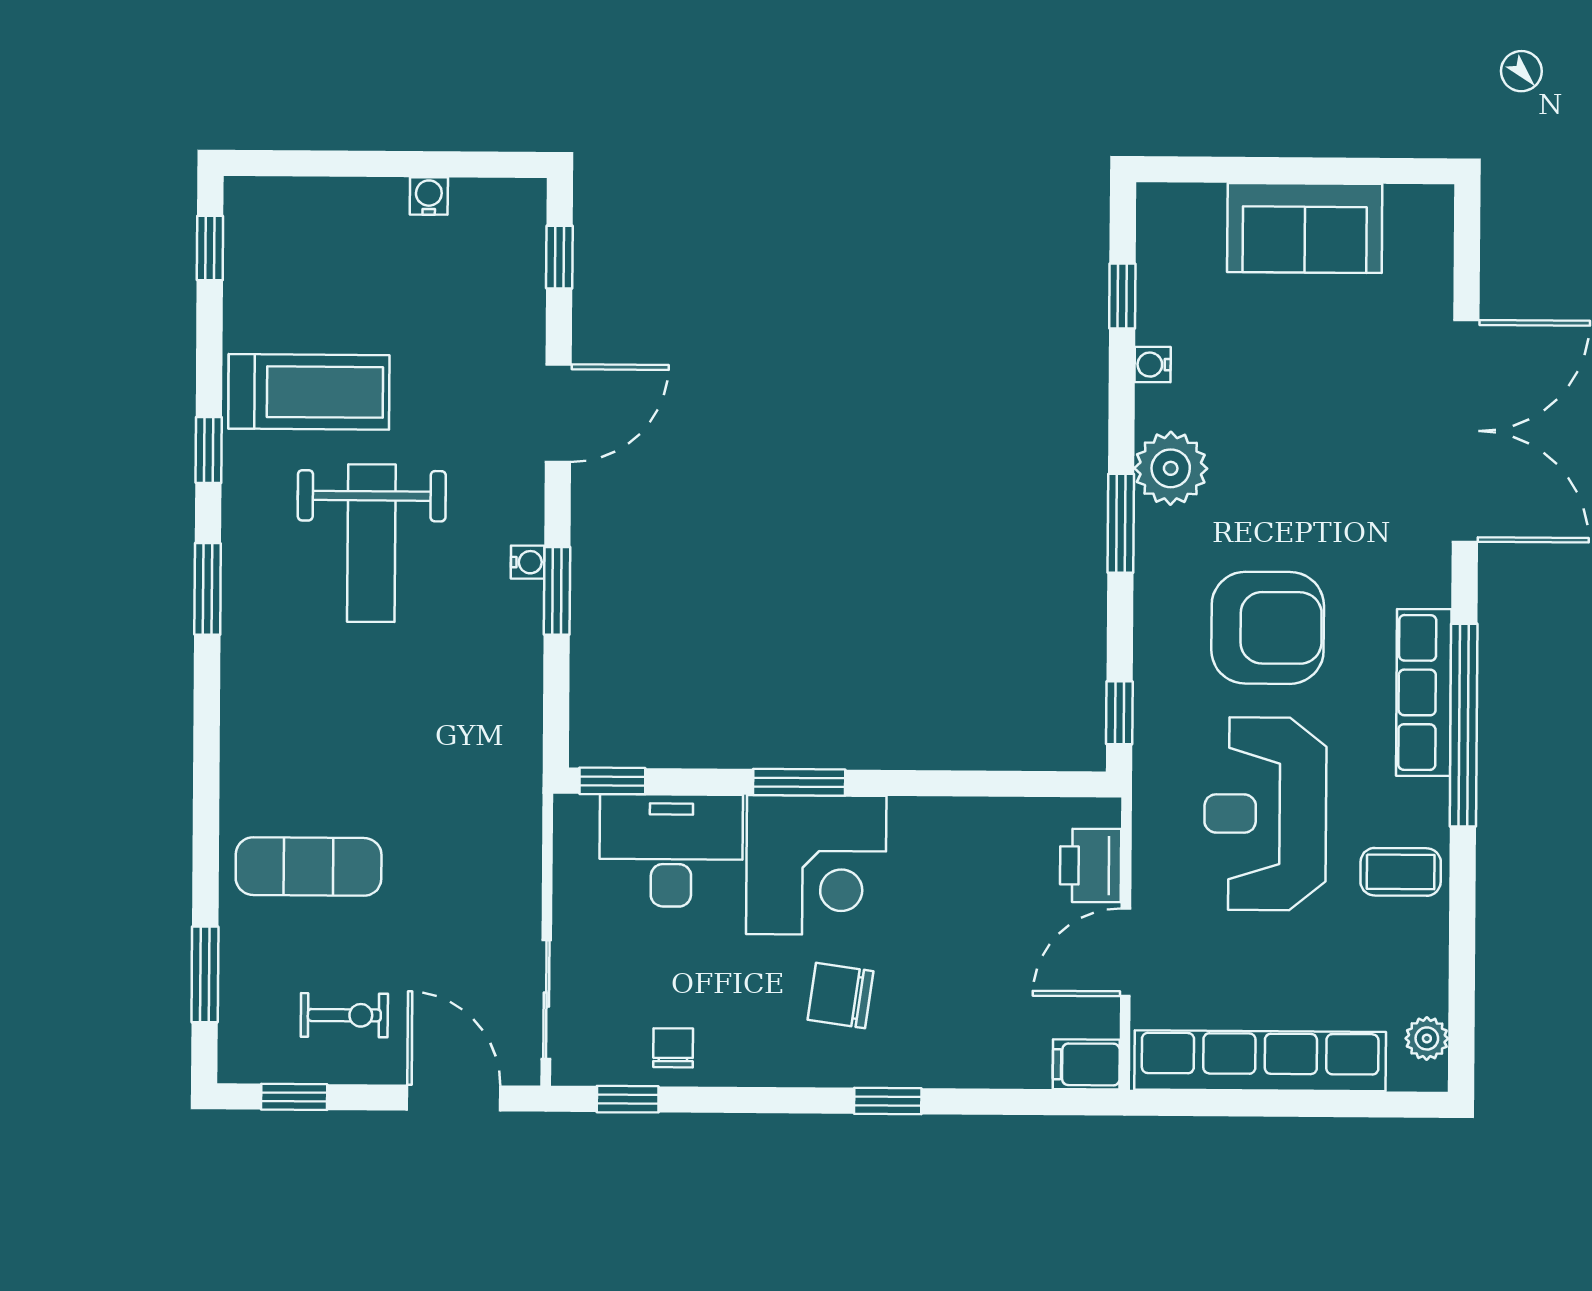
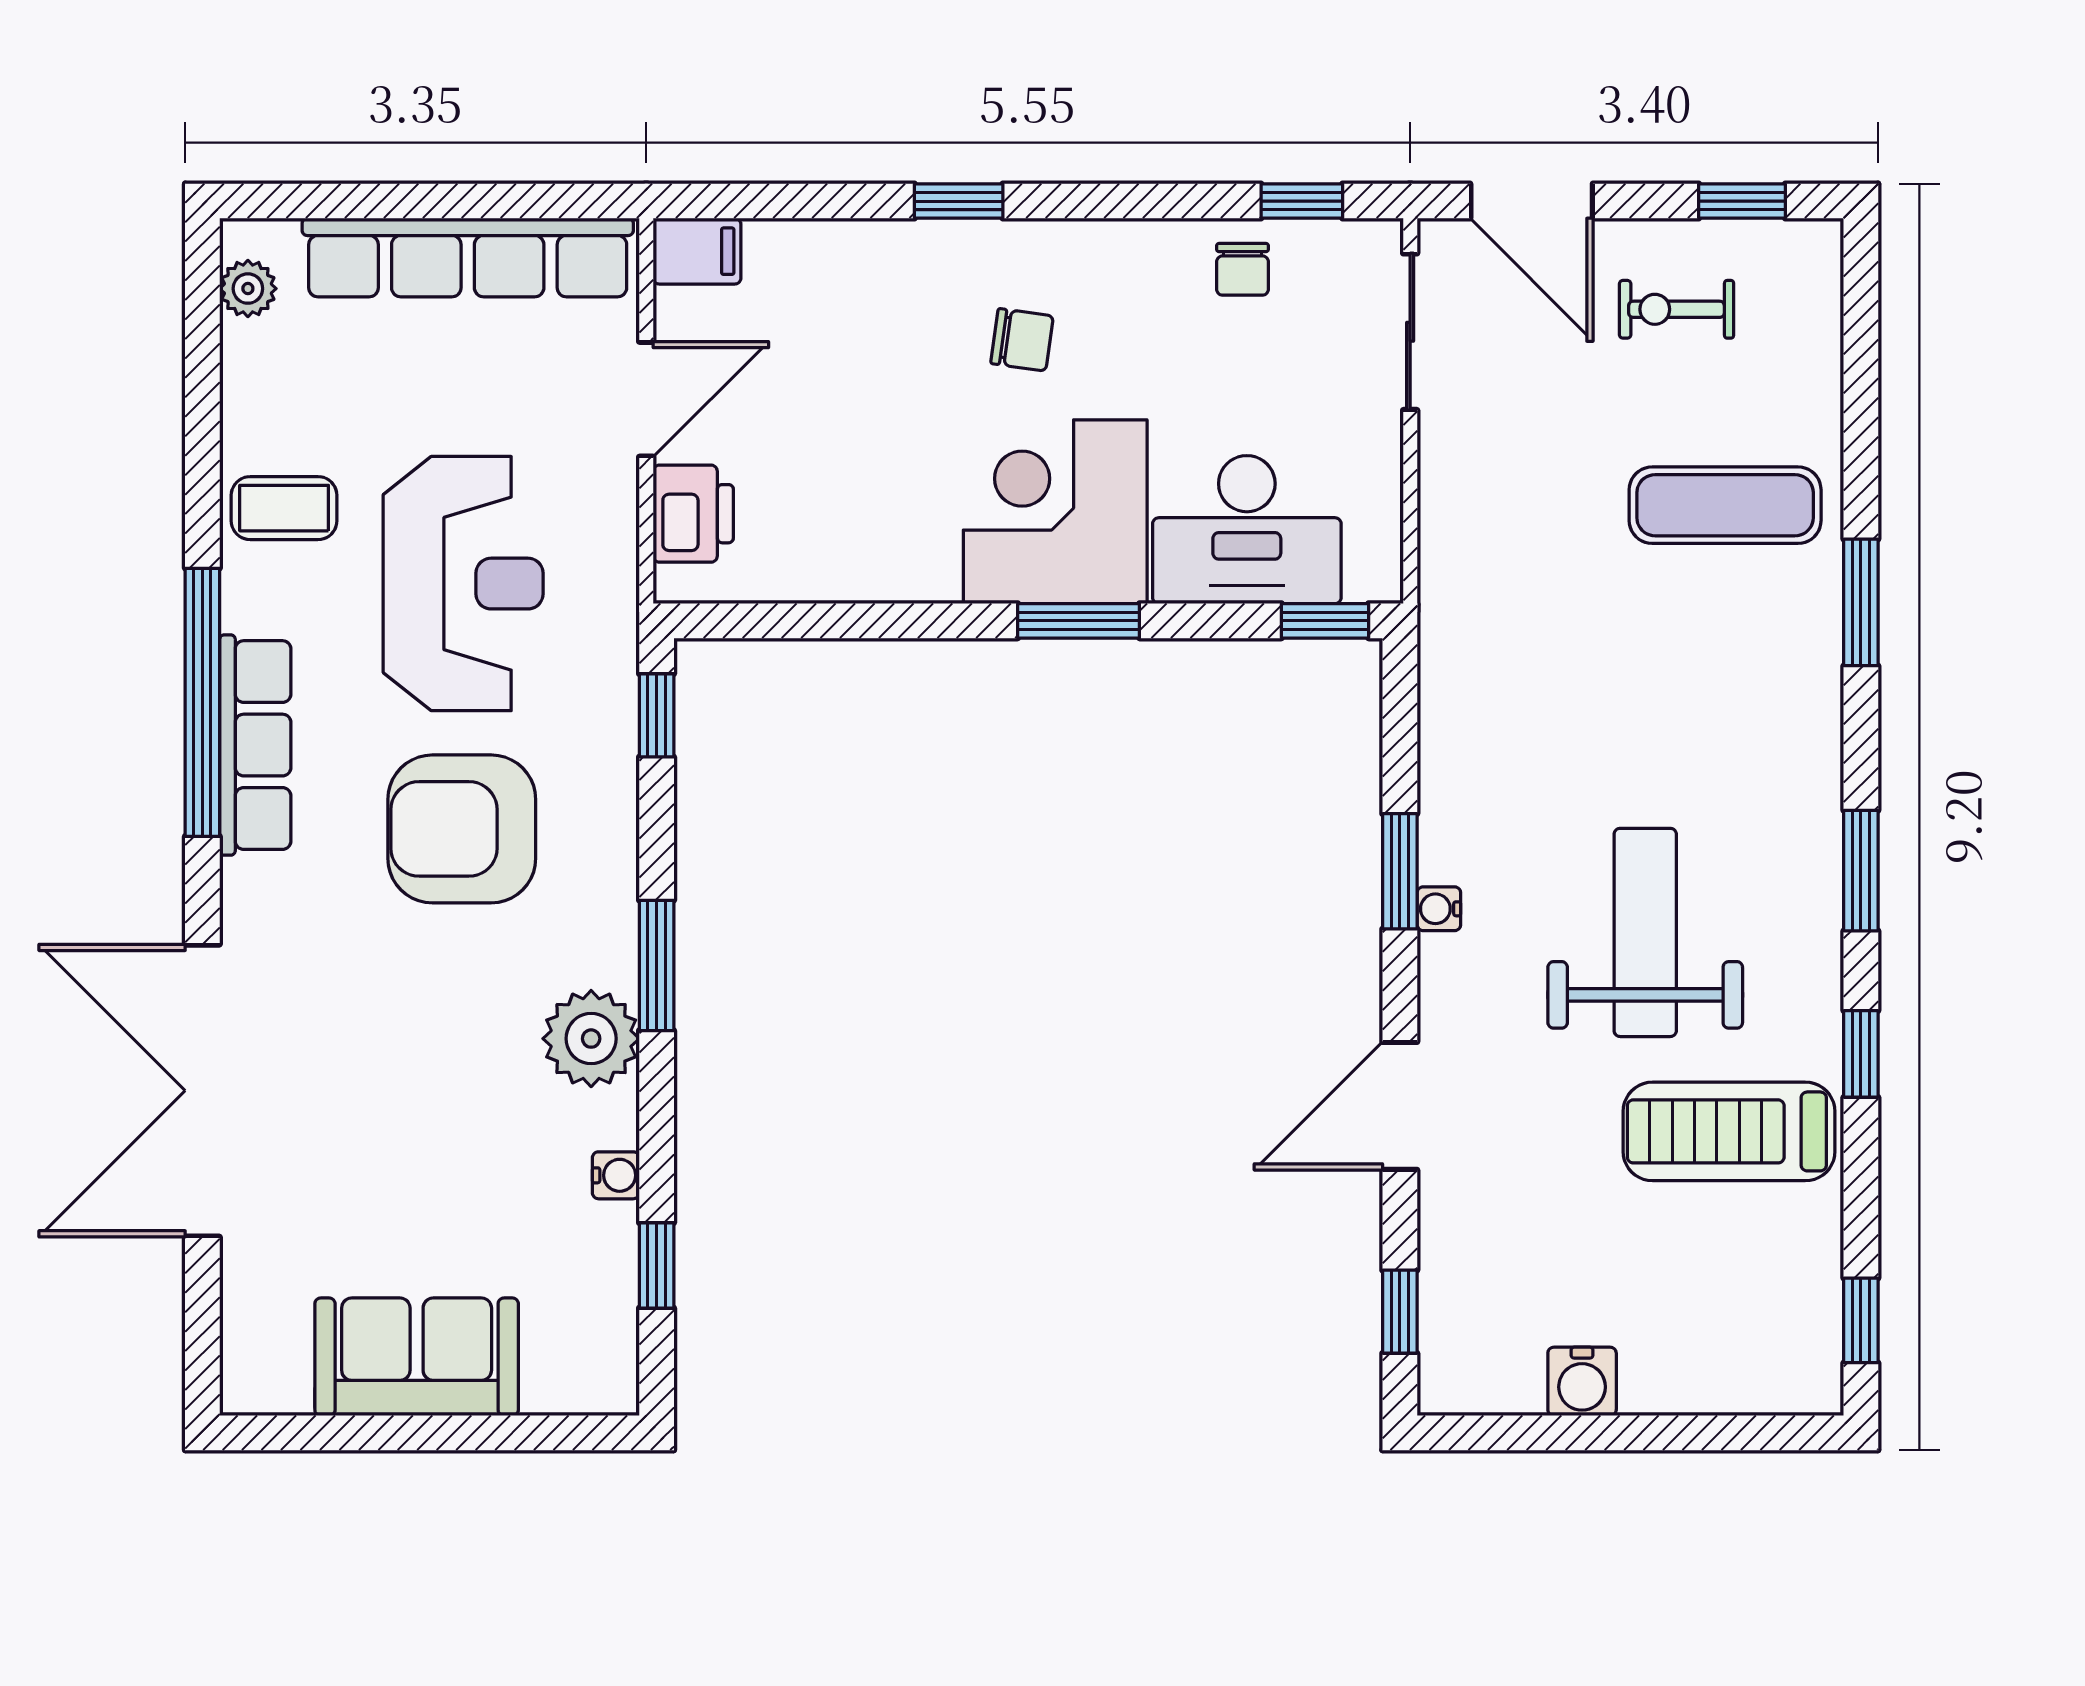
water cooler: (429, 196) -> (1582, 1381), width x1.38, depth x1.38
window: (205, 974) -> (1861, 602), moved
chair: (840, 996) -> (1022, 340), width x0.73, depth x0.73

